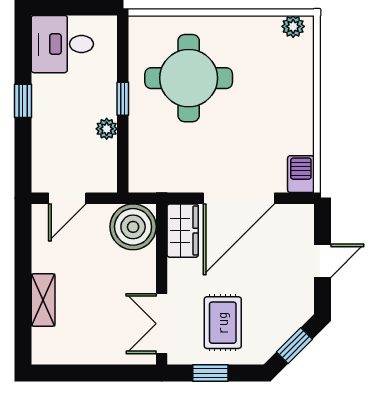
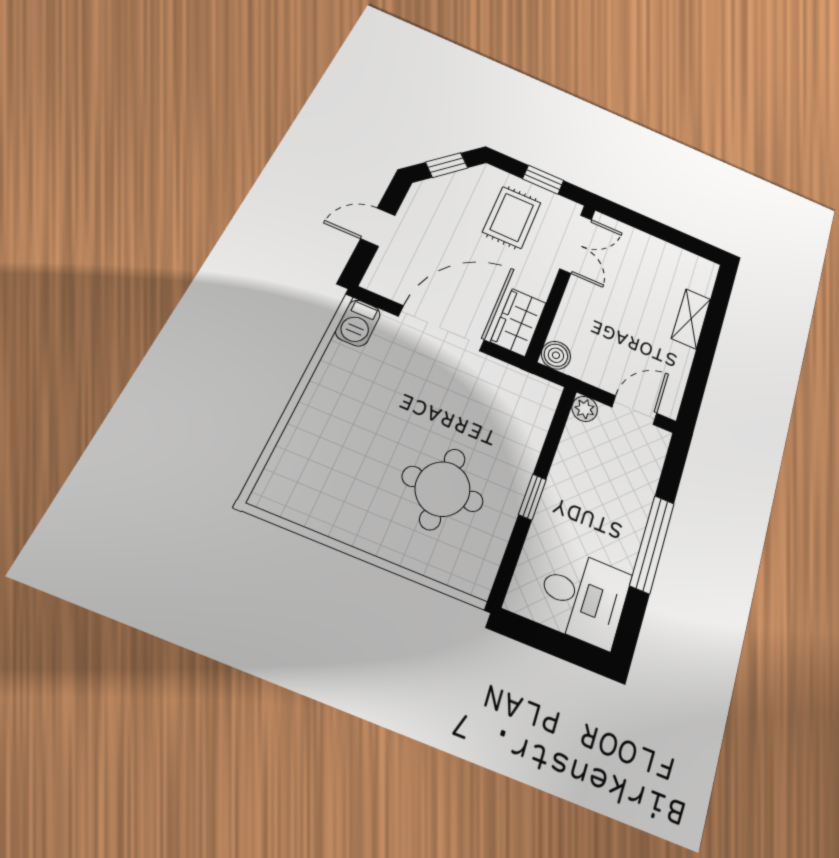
plant: (293, 26) -> (280, 500), removed
round table: (189, 78) -> (443, 489), width x0.73, depth x0.73
window: (23, 101) -> (652, 544), width x2.17
plant: (107, 129) -> (585, 409), moved
boiler: (133, 227) -> (556, 355), width x0.54, depth x0.54

